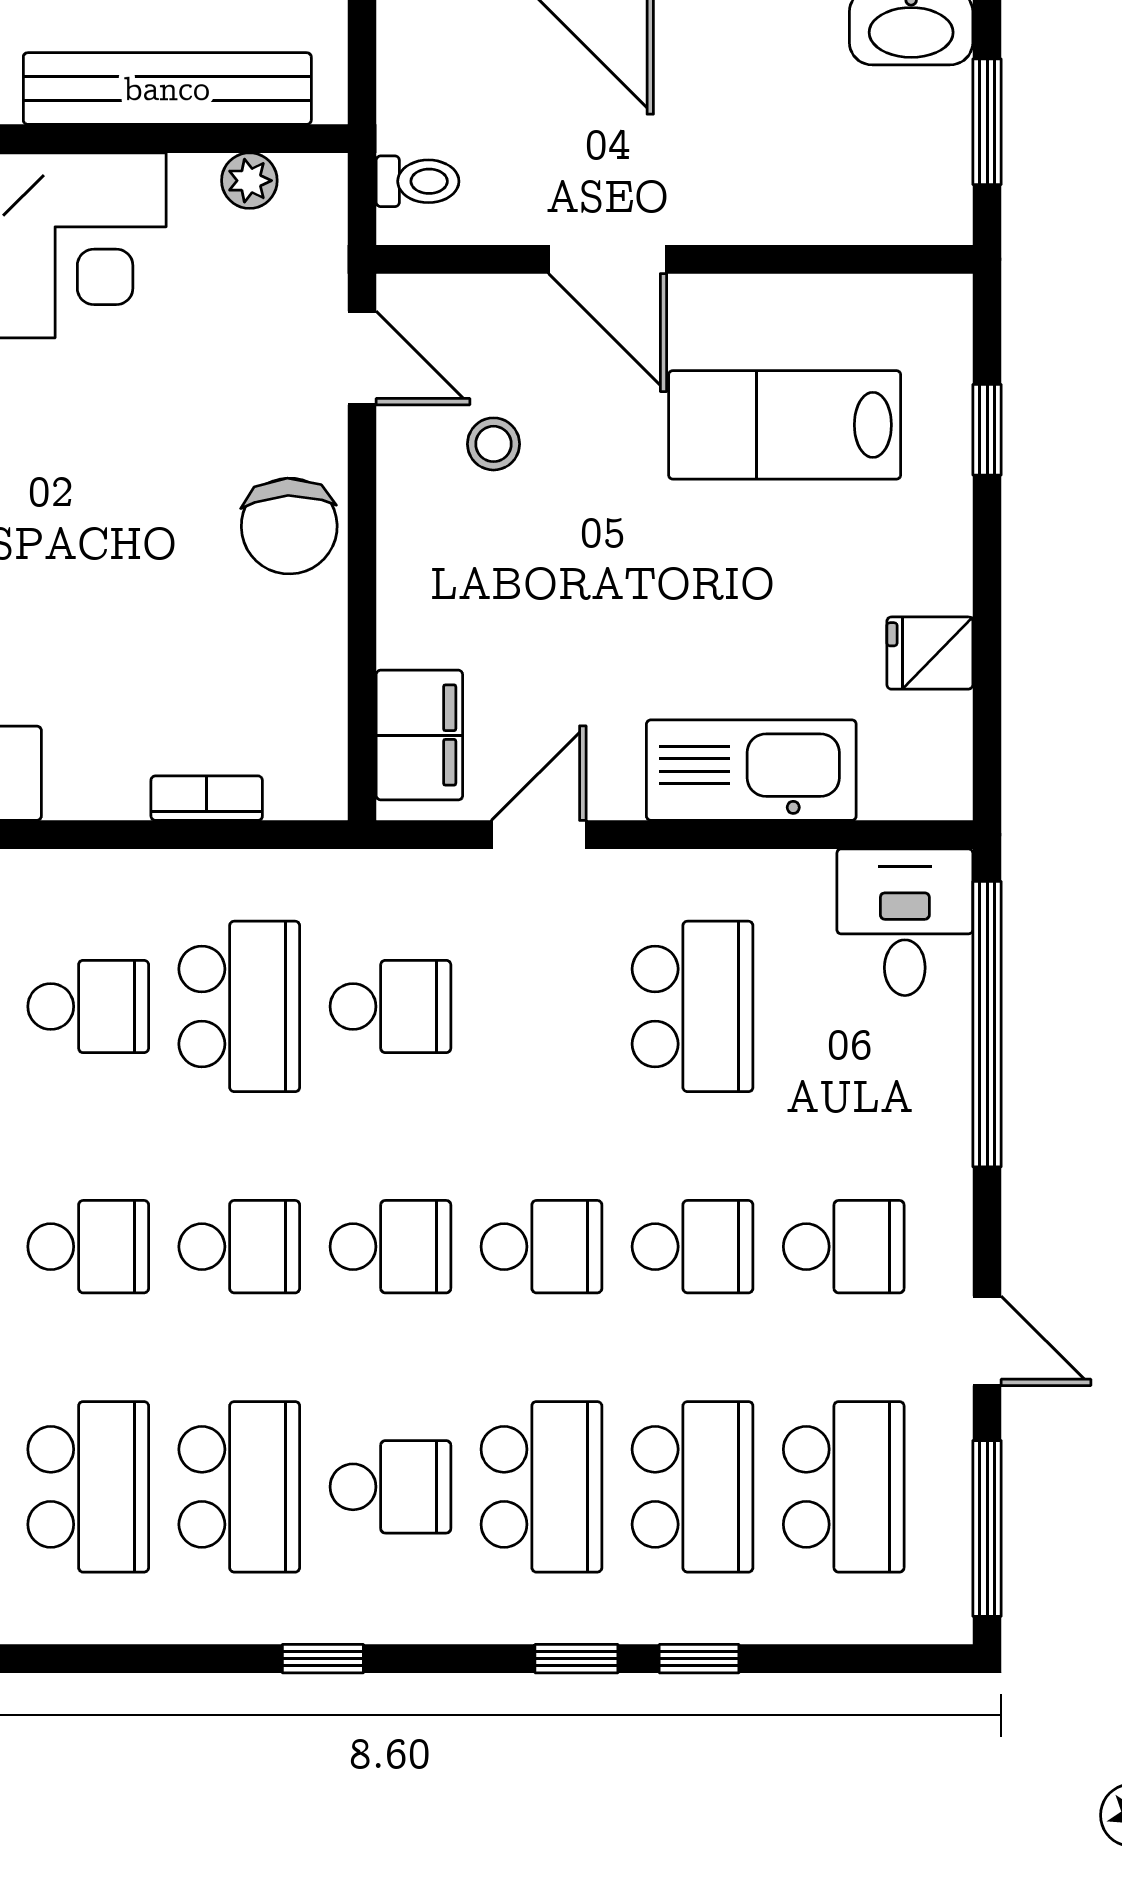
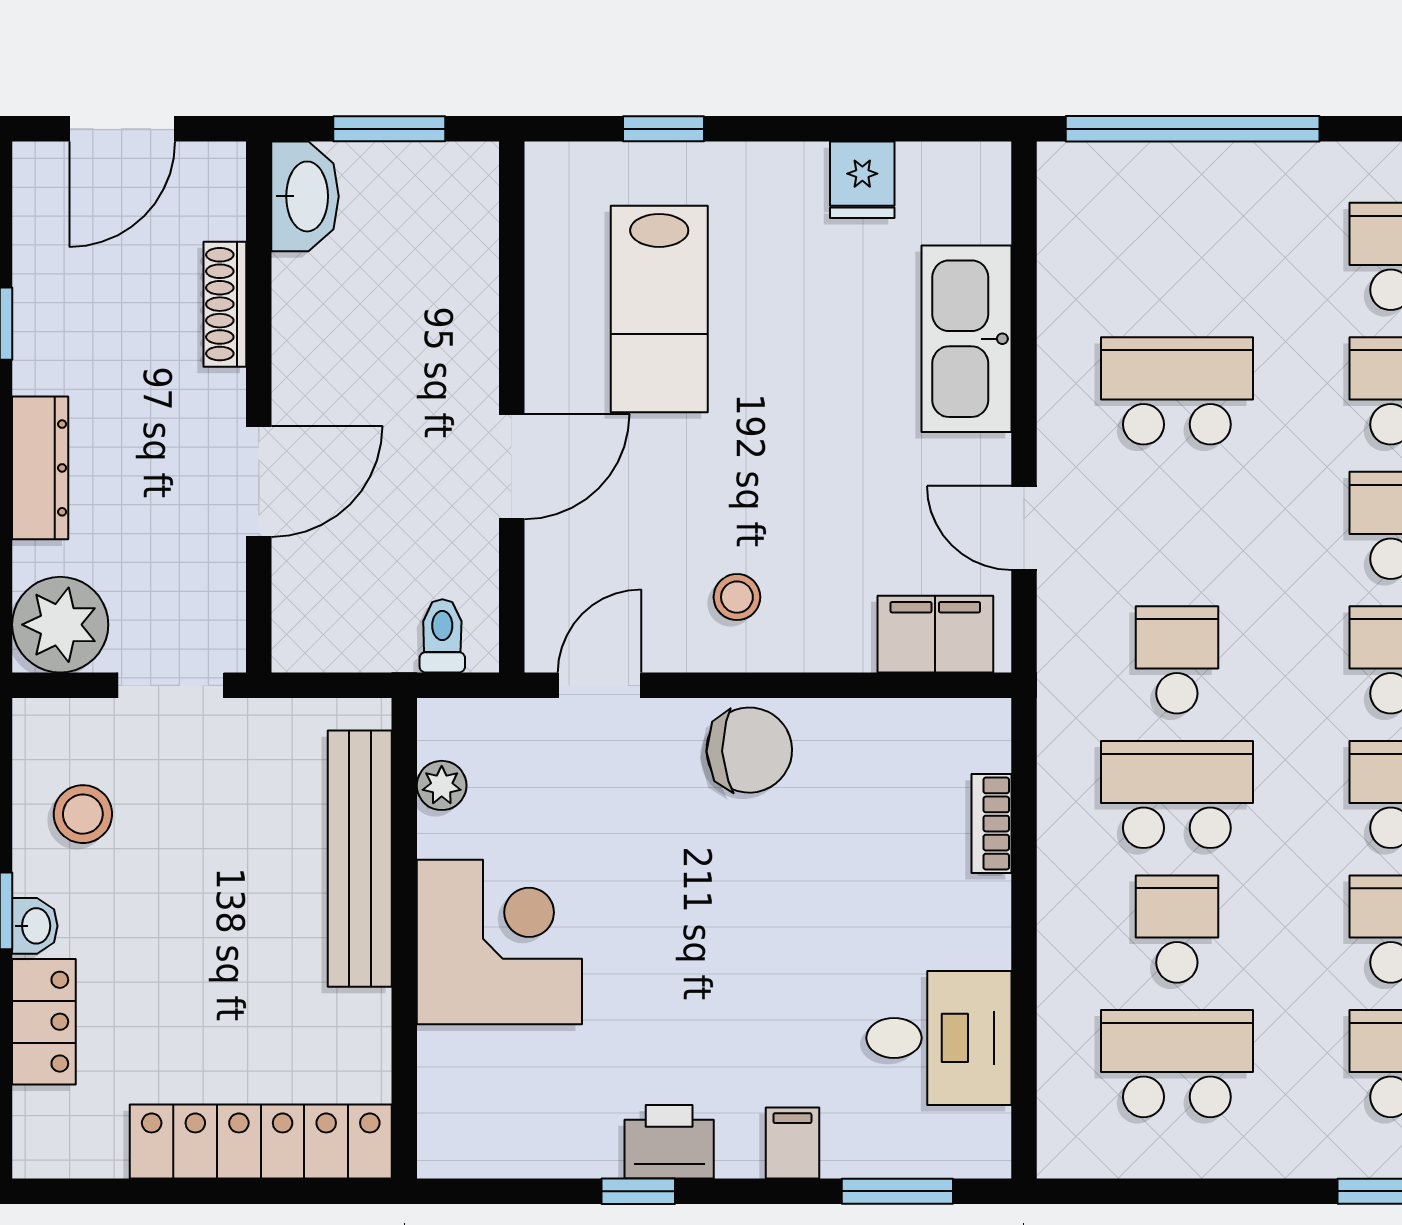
stool: (493, 444) -> (737, 597), moved
desk: (905, 922) -> (1102, 202), removed

